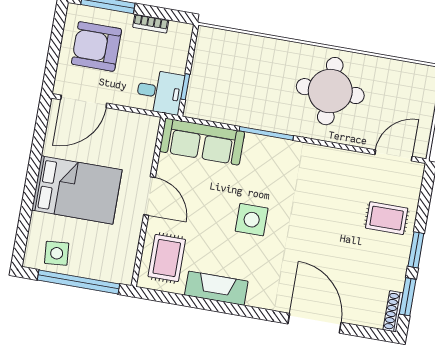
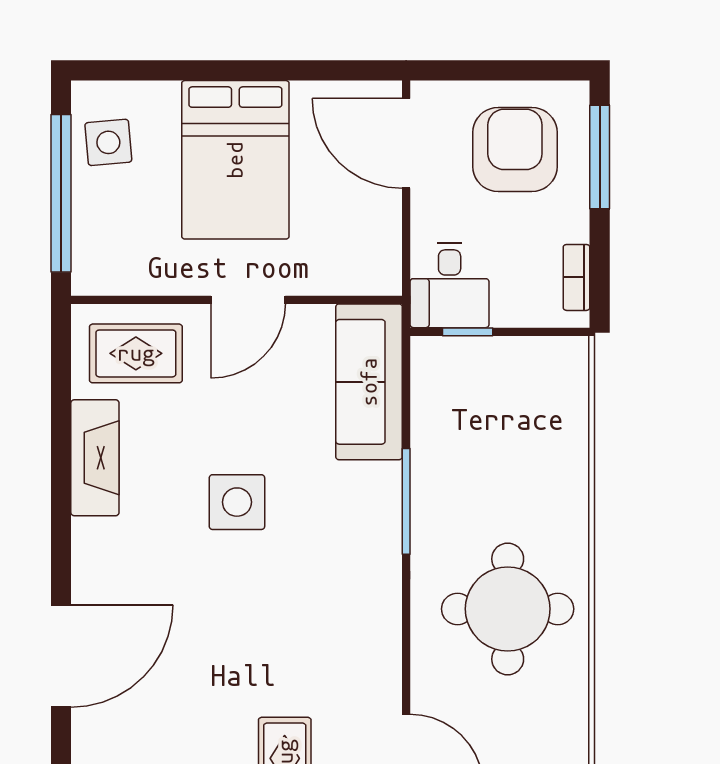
bookcase: (151, 24) -> (576, 277), moved

